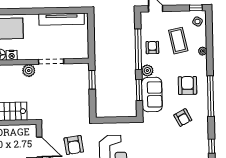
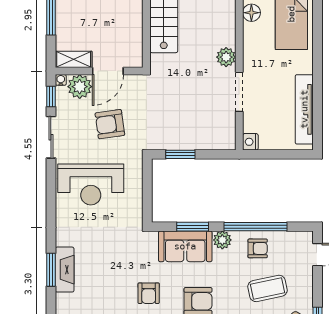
nightstand: (12, 55) -> (250, 142), moved
window: (92, 80) -> (180, 154), moved
armchair: (183, 118) -> (149, 293), turned -62

